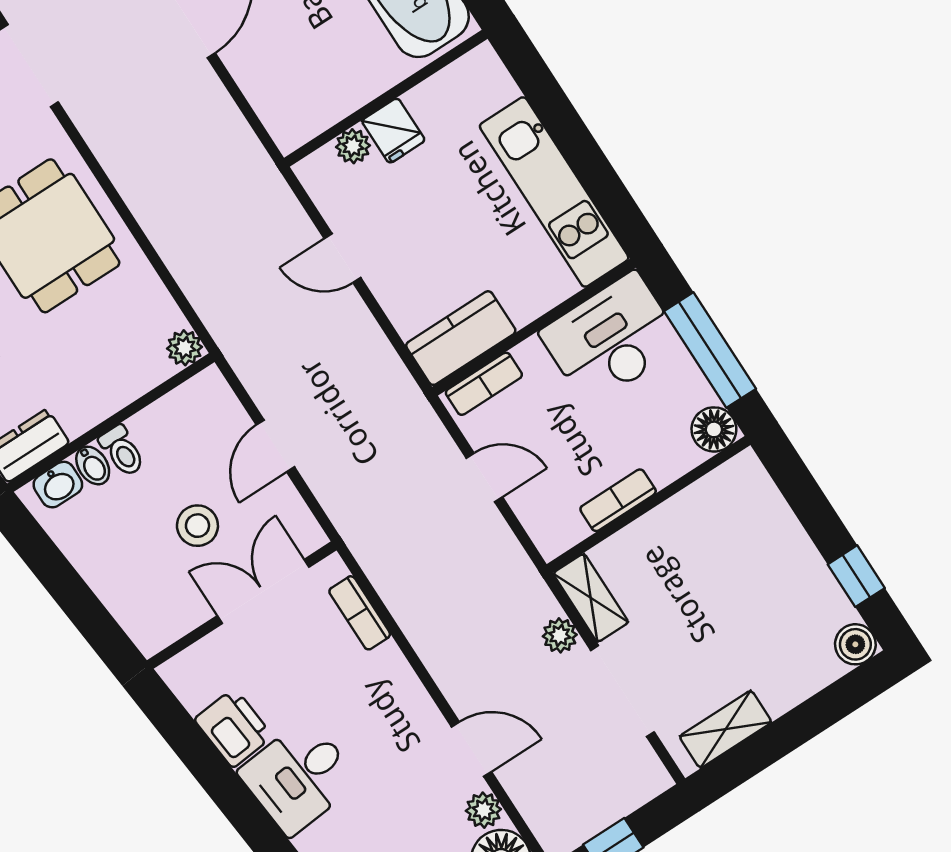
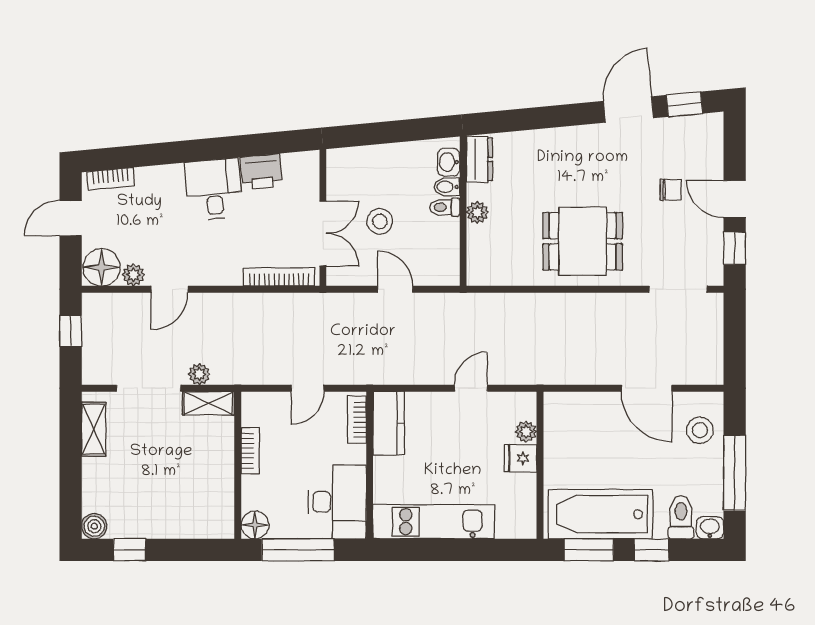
plant: (185, 348) -> (477, 212), moved
bookcase: (360, 613) -> (279, 277), width x1.56

